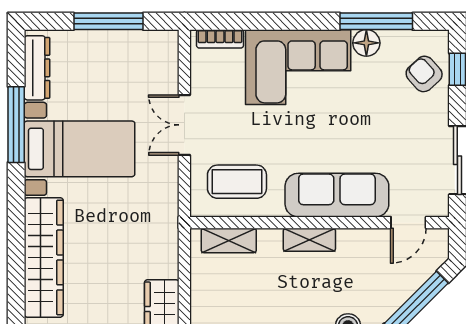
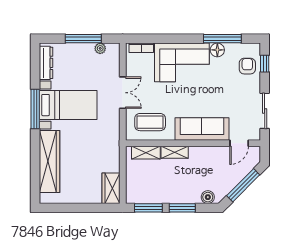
plant: (141, 40) -> (100, 48), added
armchair: (424, 74) -> (247, 66), turned 42
window: (16, 125) -> (35, 109), moved
double door: (184, 125) -> (123, 93), swing flipped
shelving: (309, 240) -> (175, 152), moved

